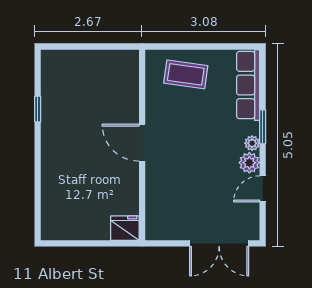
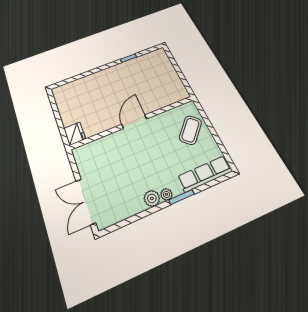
coffee table: (186, 74) -> (190, 130), turned 35
door: (263, 189) -> (137, 217), removed

